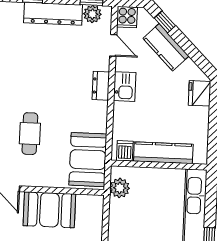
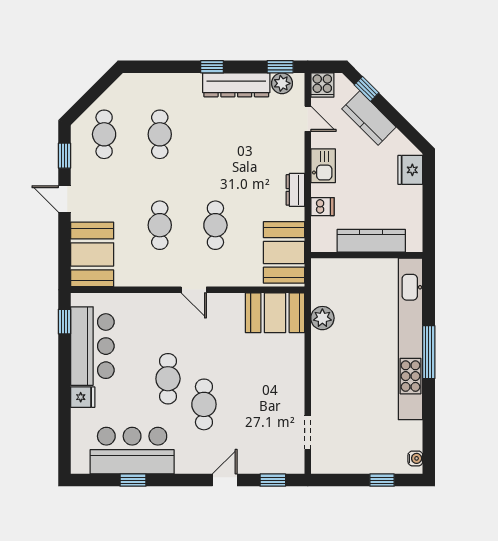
dresser: (101, 86) -> (295, 190), moved
dishwasher: (125, 151) -> (322, 207), moved, turned 90
plant: (120, 188) -> (322, 318), moved
booth: (49, 210) -> (275, 313), moved

